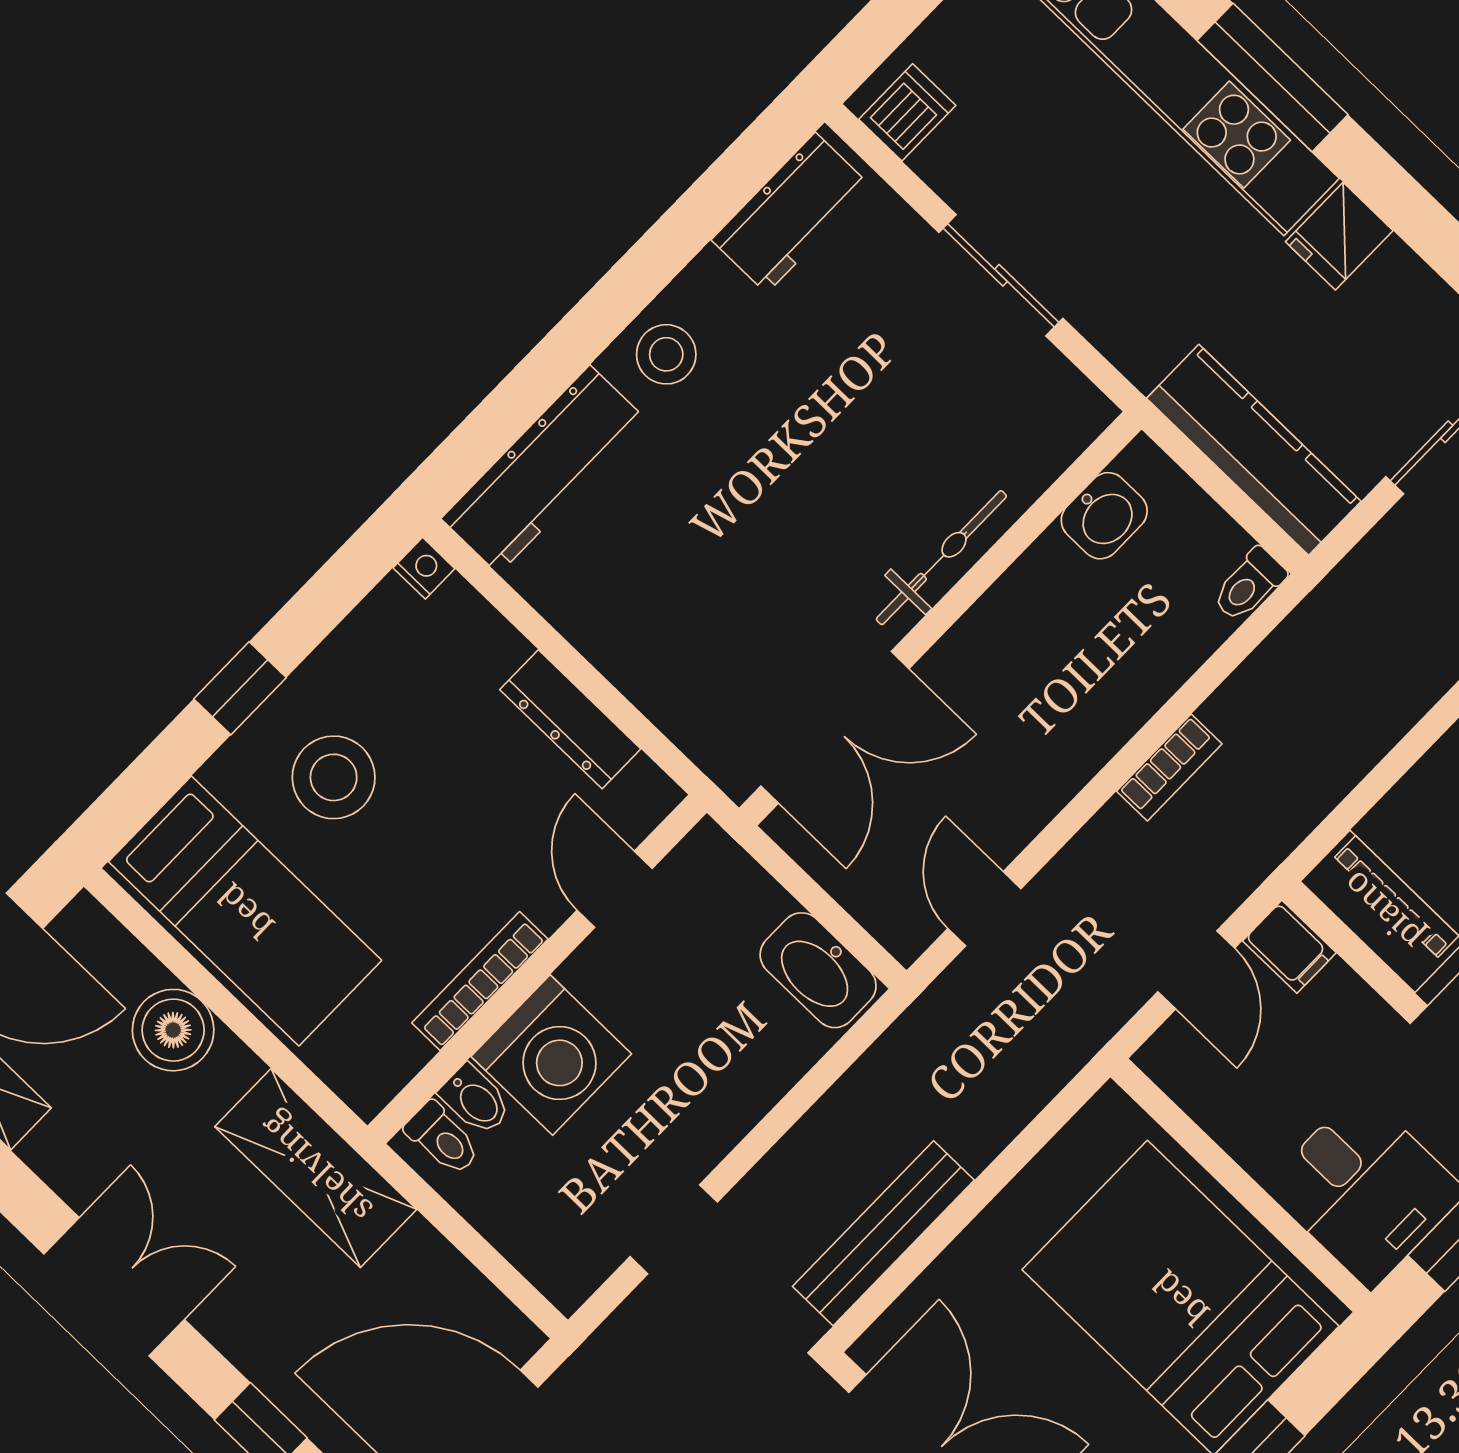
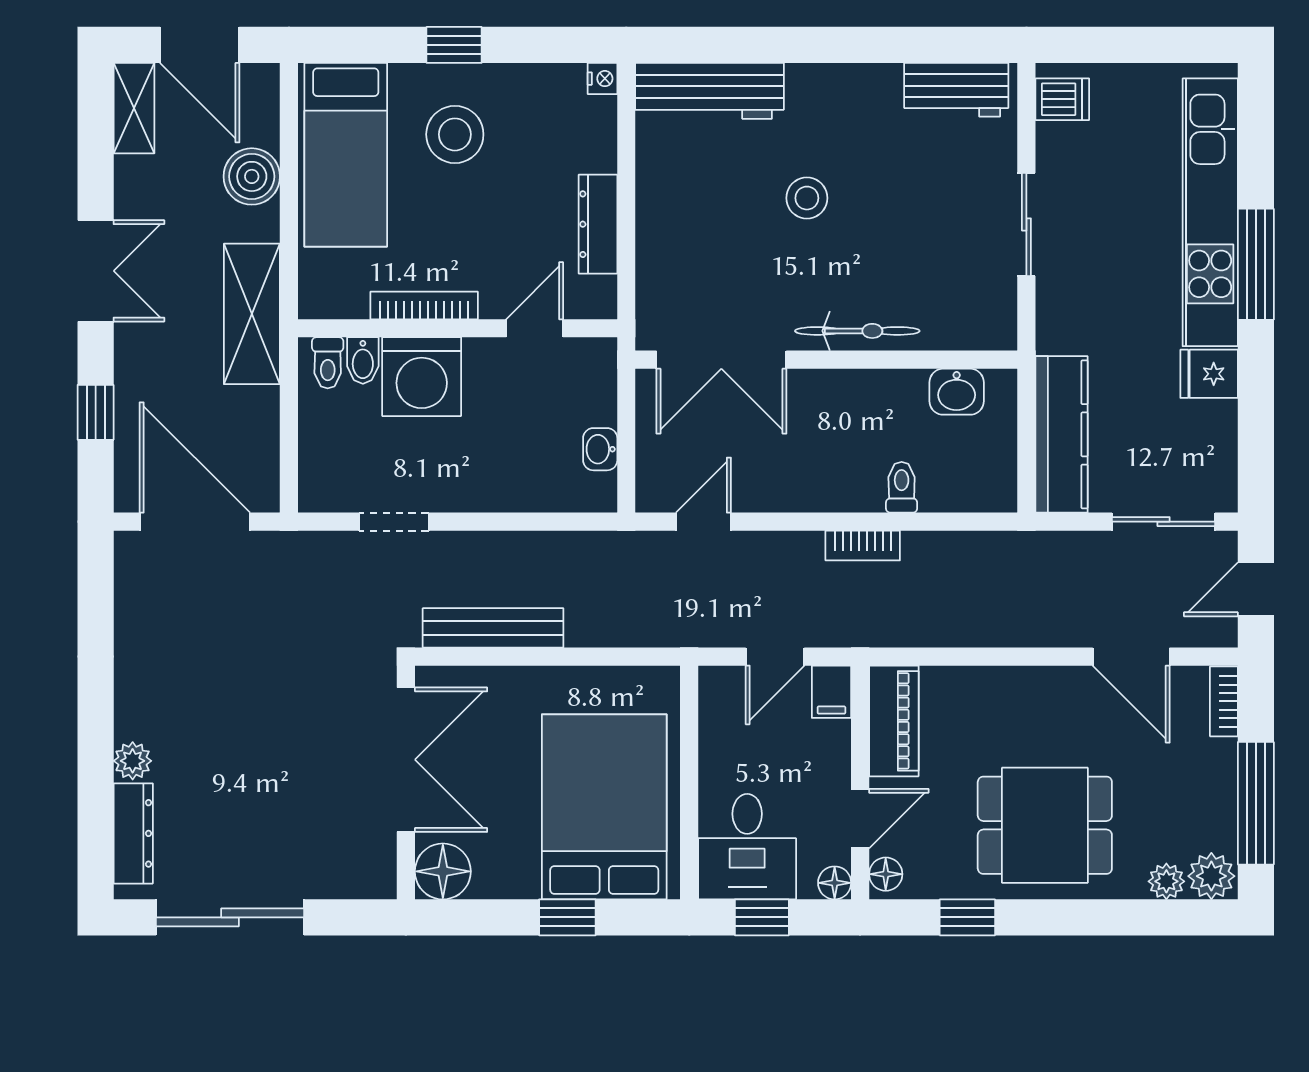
stool: (666, 354) -> (807, 198), moved
toilet: (1249, 585) -> (902, 487), moved, turned 90
washbasin: (818, 970) -> (600, 449), width x0.52, depth x0.69

